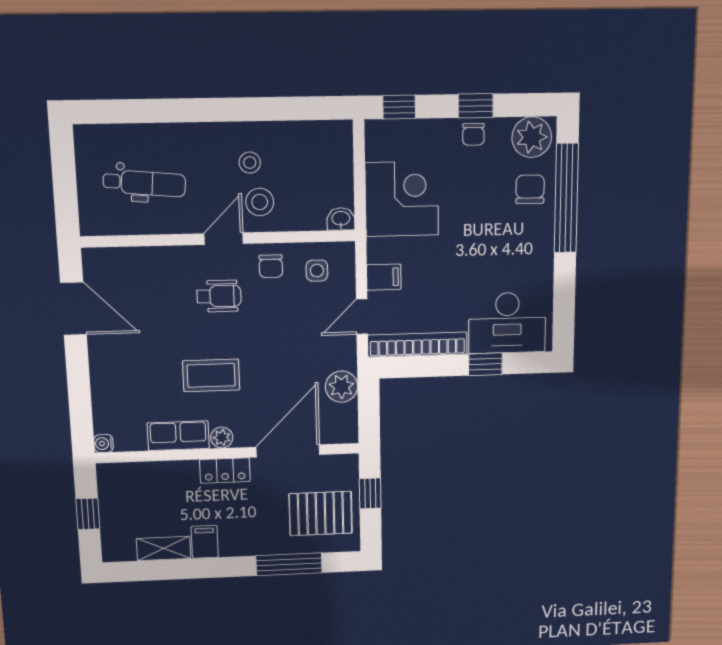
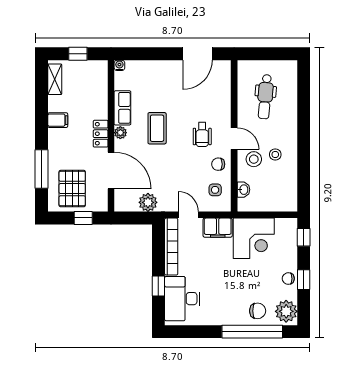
washbasin: (341, 219) -> (244, 190), moved
filing cabinet: (384, 277) -> (218, 228), width x2.00
shelving: (164, 548) -> (55, 79), moved

